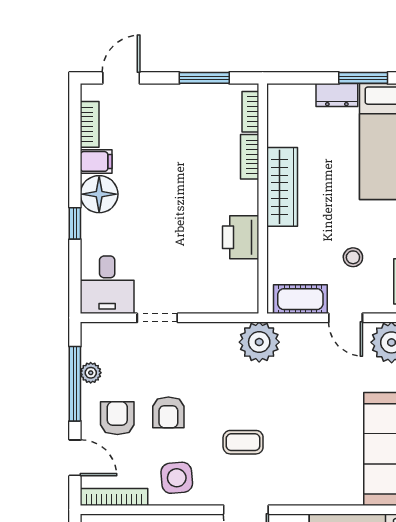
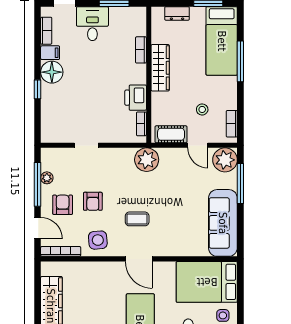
dresser: (337, 95) -> (177, 13), moved
bookcase: (250, 112) -> (141, 124), moved
desk: (107, 285) -> (92, 24), moved, turned 180

